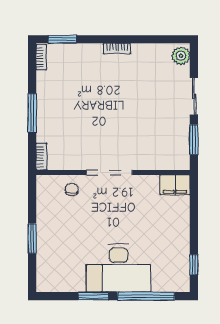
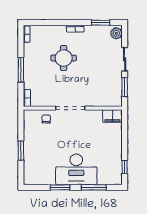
window: (62, 39) -> (101, 23), moved
round table: (99, 94) -> (64, 58), added
window: (146, 296) -> (94, 187), width x0.68

